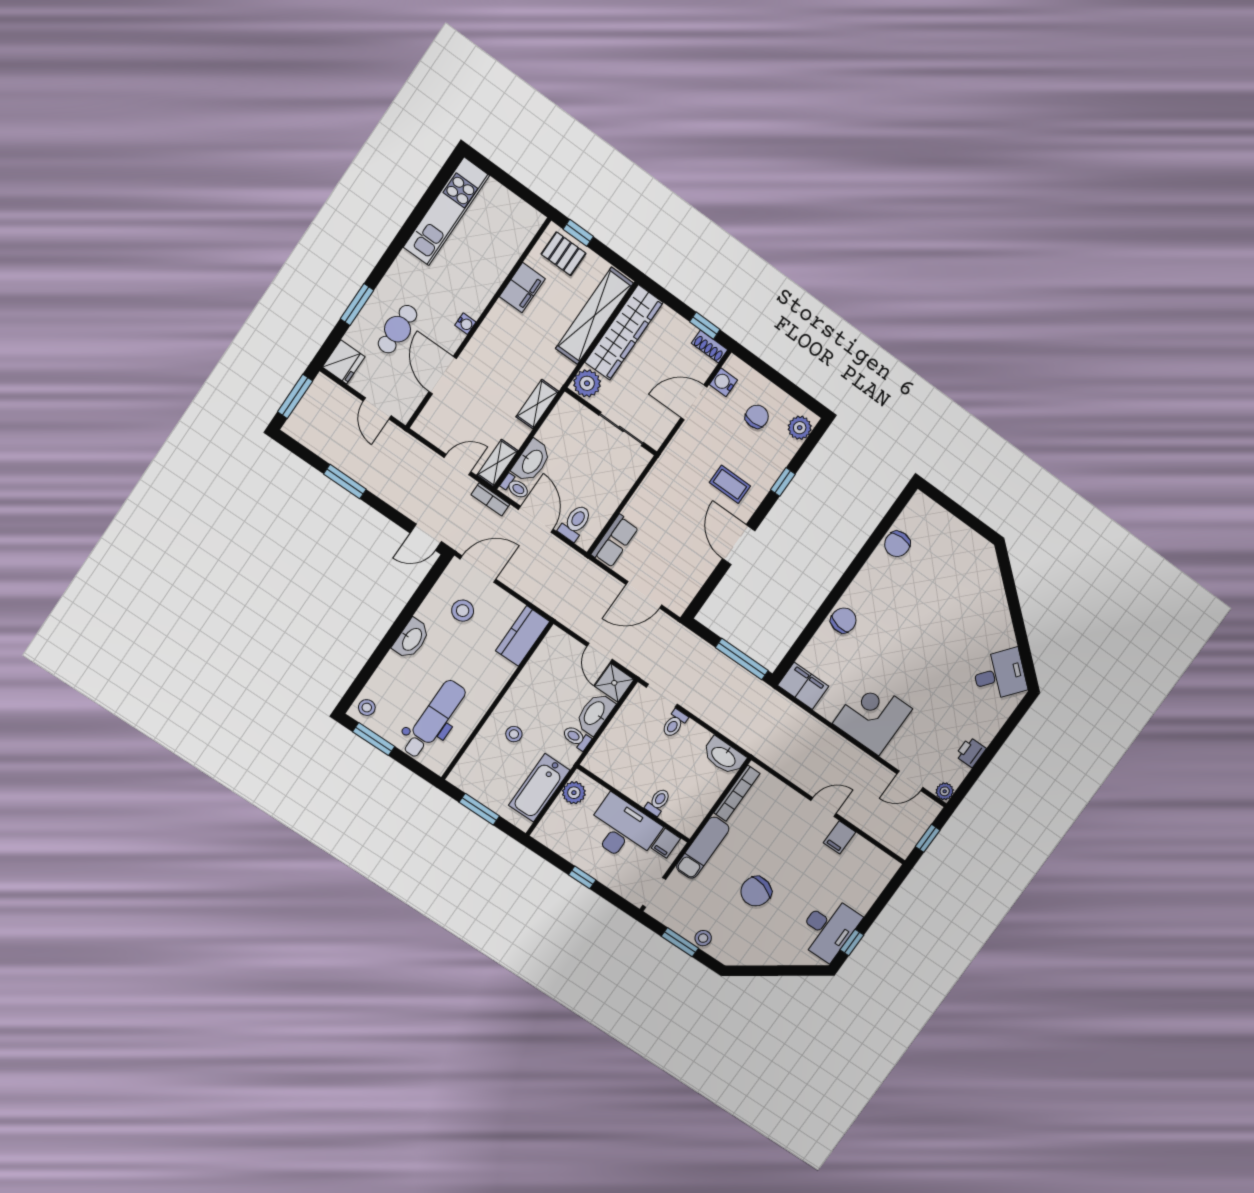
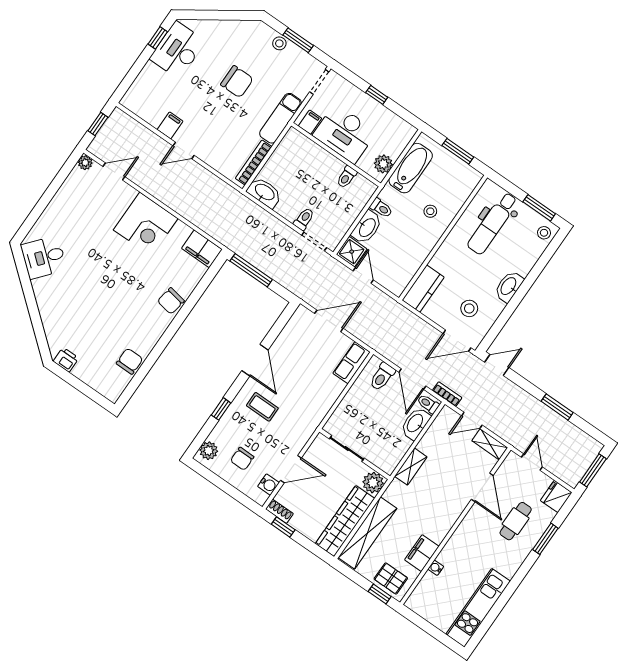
water cooler: (465, 324) -> (436, 568), moved
shelving: (497, 463) -> (490, 444), moved, turned 90
printer: (971, 752) -> (66, 360), moved, turned -90
toilet: (658, 802) -> (347, 177), moved
chair: (756, 891) -> (237, 82), turned 74

